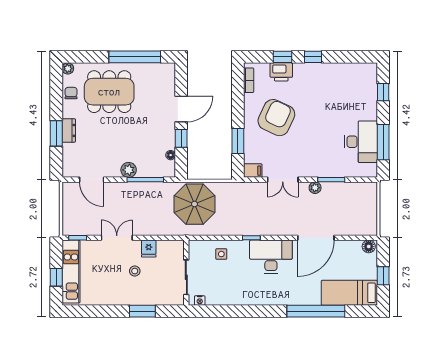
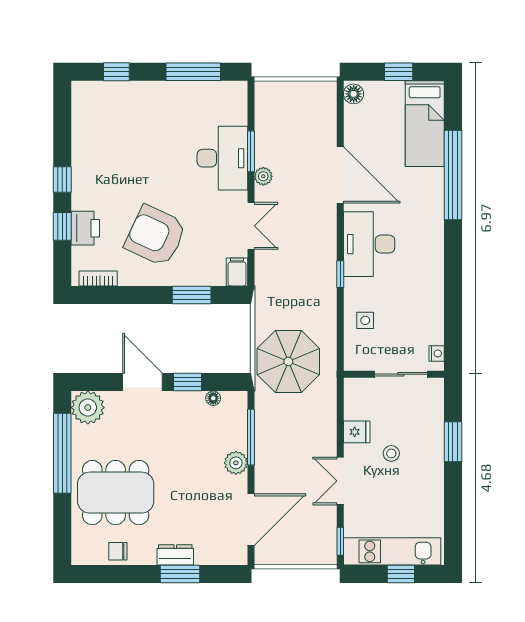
plant: (68, 68) -> (88, 408), moved, width x1.88, depth x1.88
dining table: (109, 92) -> (116, 493), turned 90
desk: (361, 142) -> (222, 158), moved, turned 90
door: (92, 180) -> (251, 520), width x1.36

